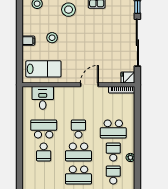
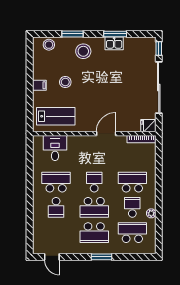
school desk: (113, 129) -> (132, 182), turned 180
school desk: (113, 175) -> (132, 233), width x1.85

